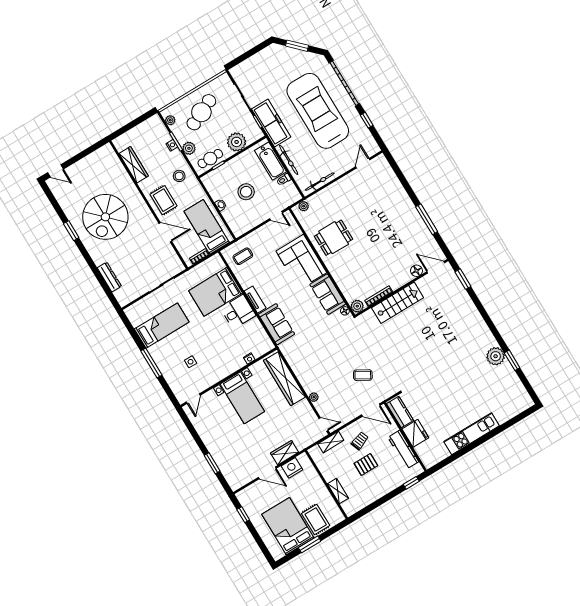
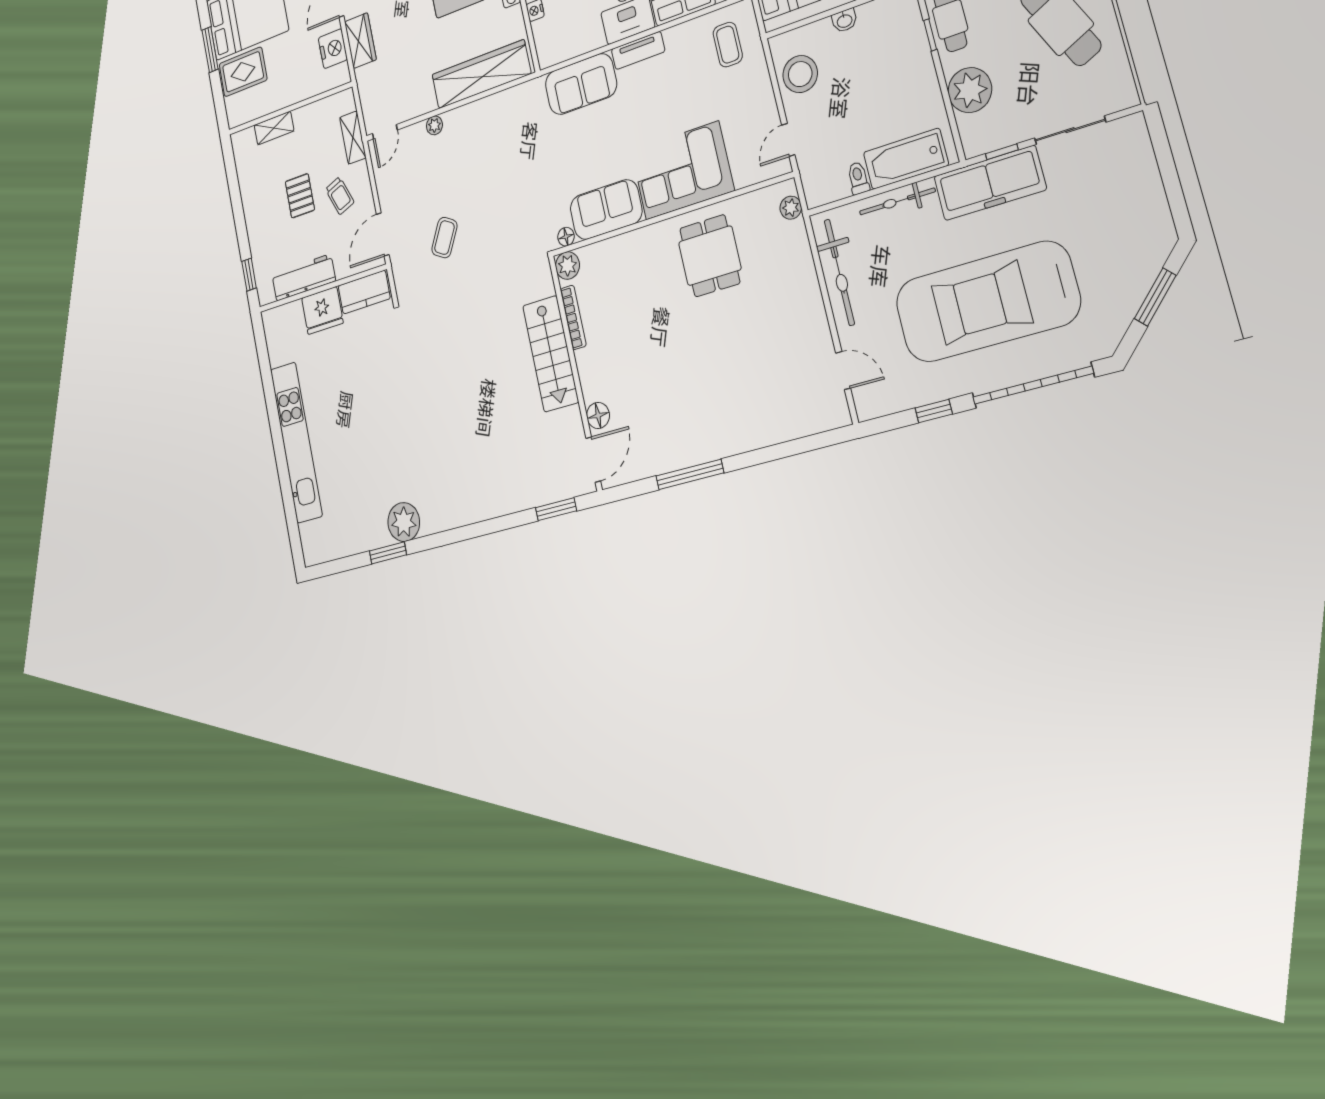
car: (318, 111) -> (987, 302), turned 180
bicycle: (320, 182) -> (839, 272), width x1.37, depth x1.40
stool: (246, 192) -> (800, 74), moved
kitchen unit: (472, 434) -> (296, 442), width x1.36

